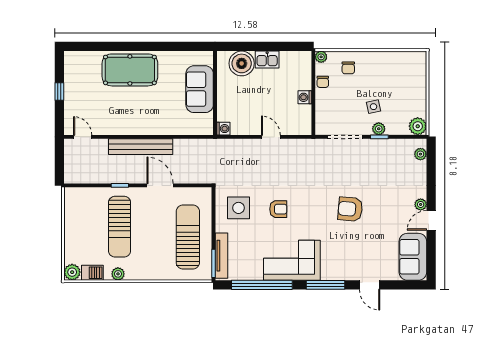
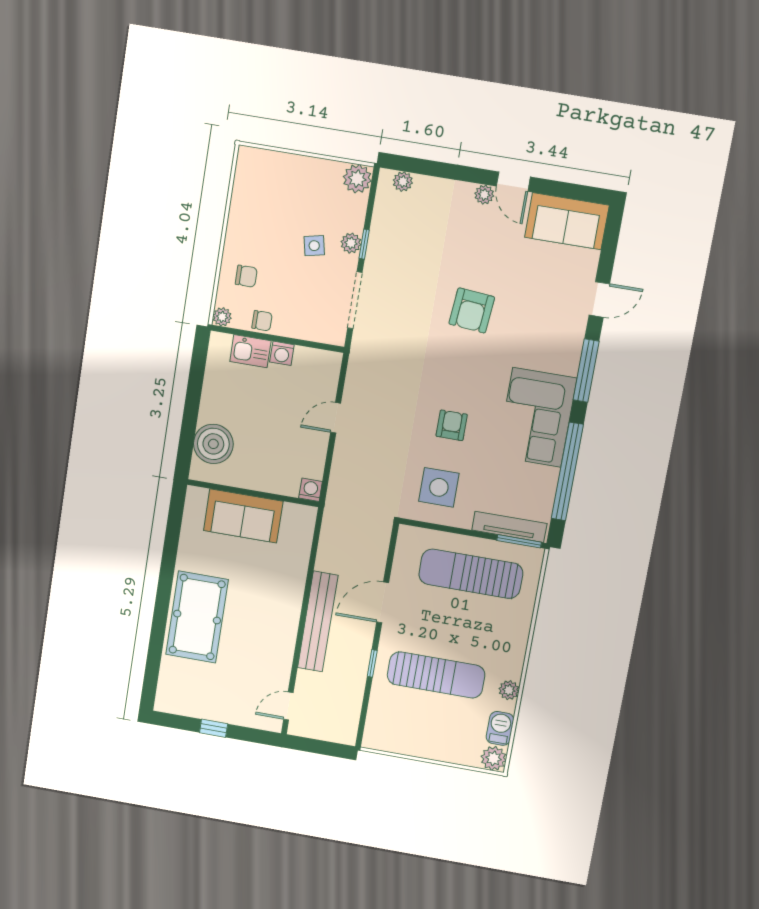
kitchen sink: (267, 59) -> (250, 351), moved, turned 90

